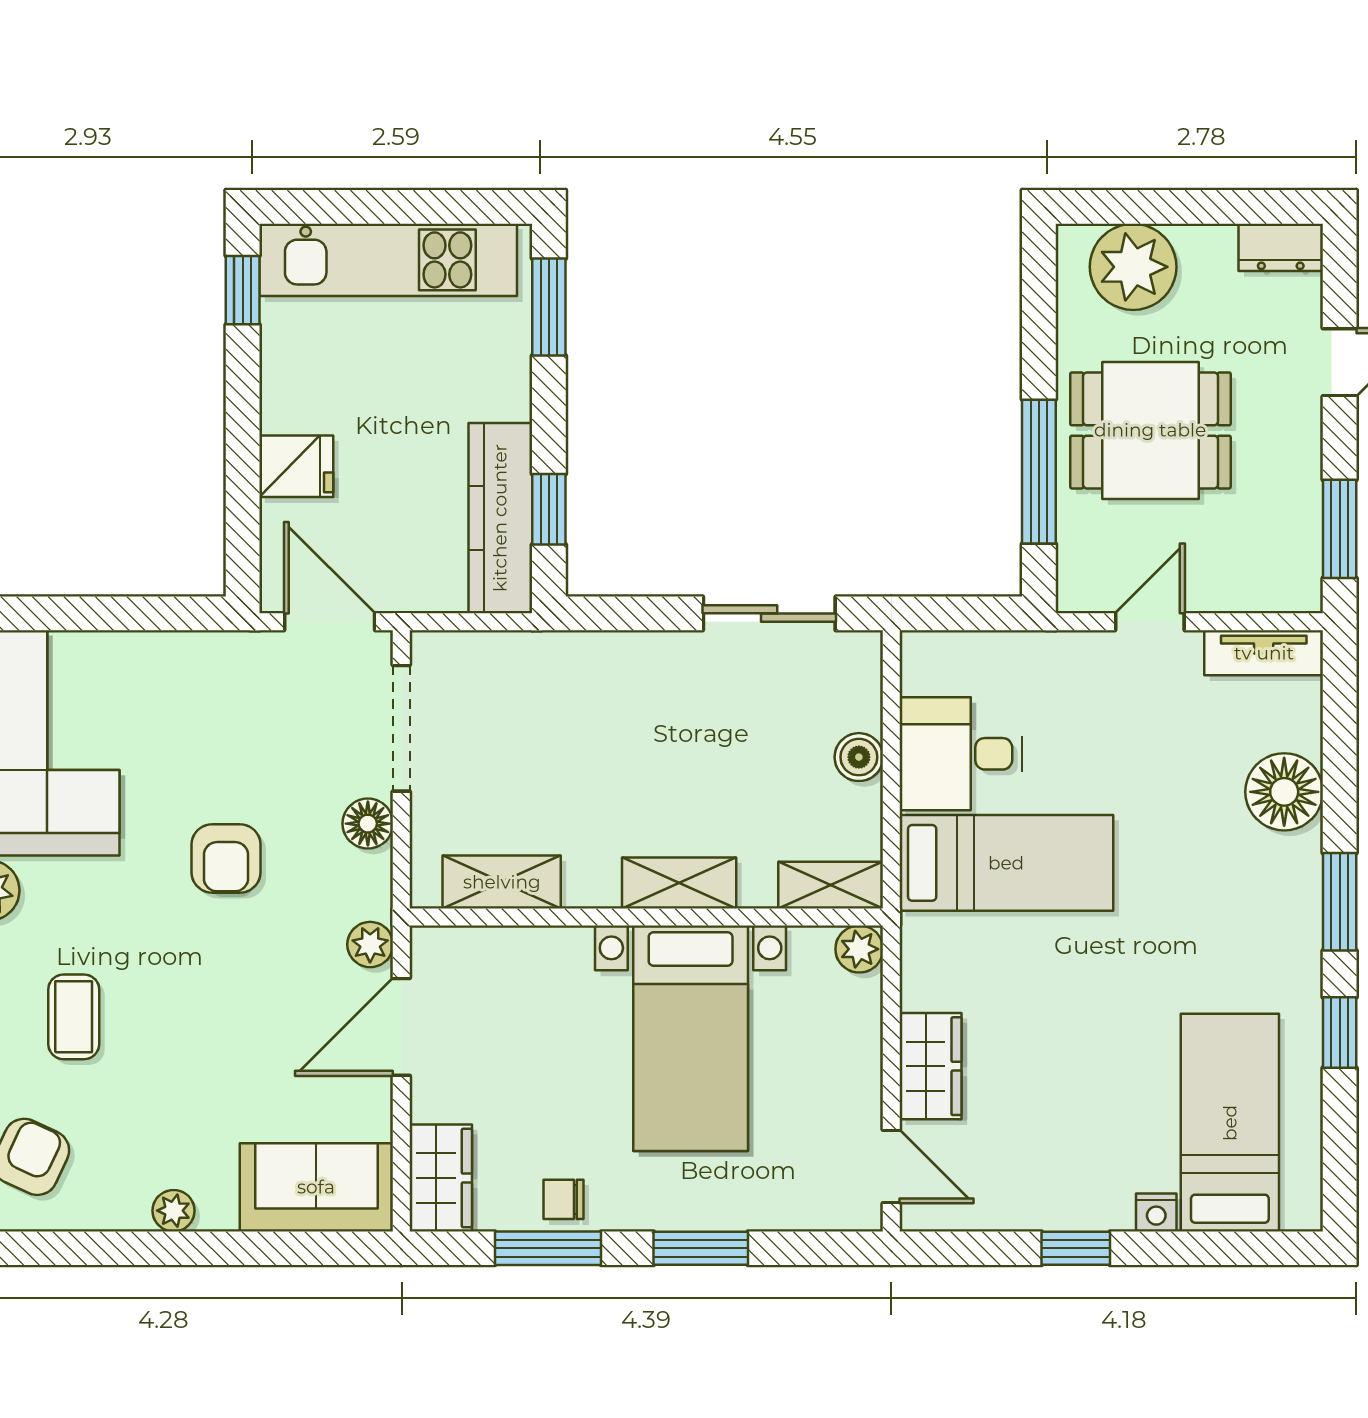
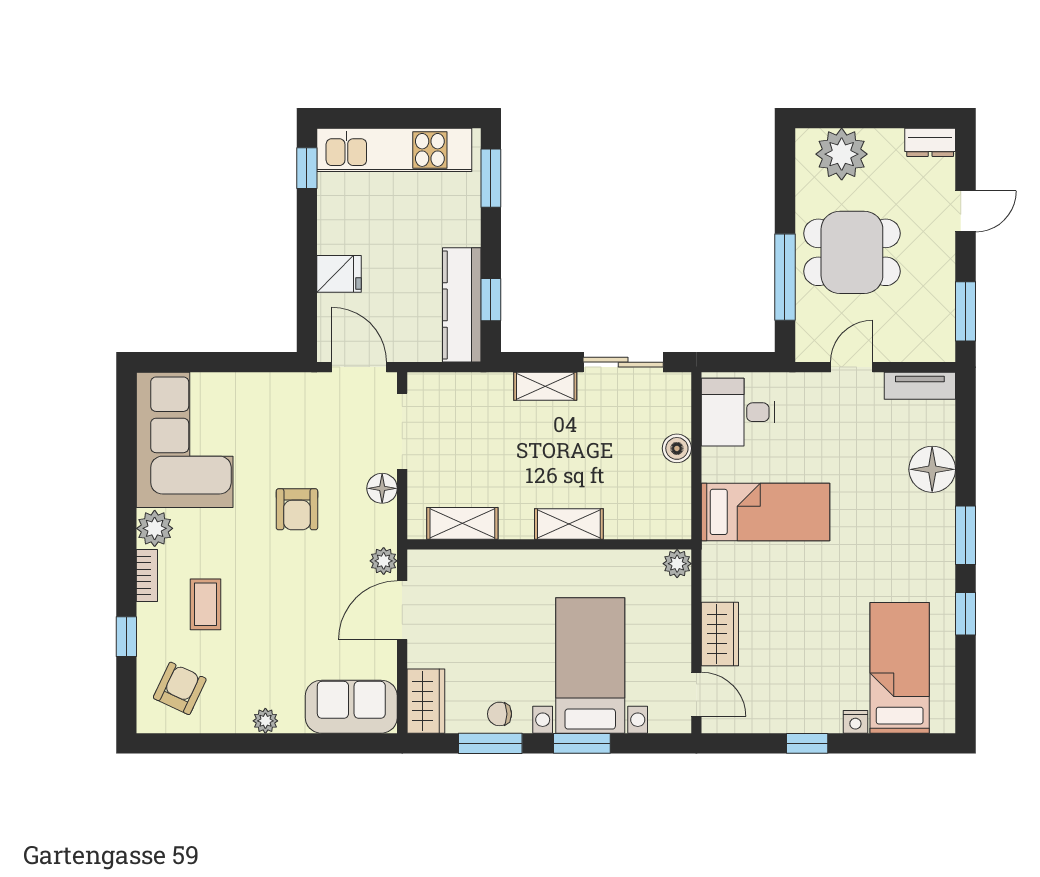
desk: (961, 754) -> (738, 412), moved
shelving: (831, 885) -> (545, 386), moved
bed with nightstands: (691, 1038) -> (590, 665), moved, turned 180

